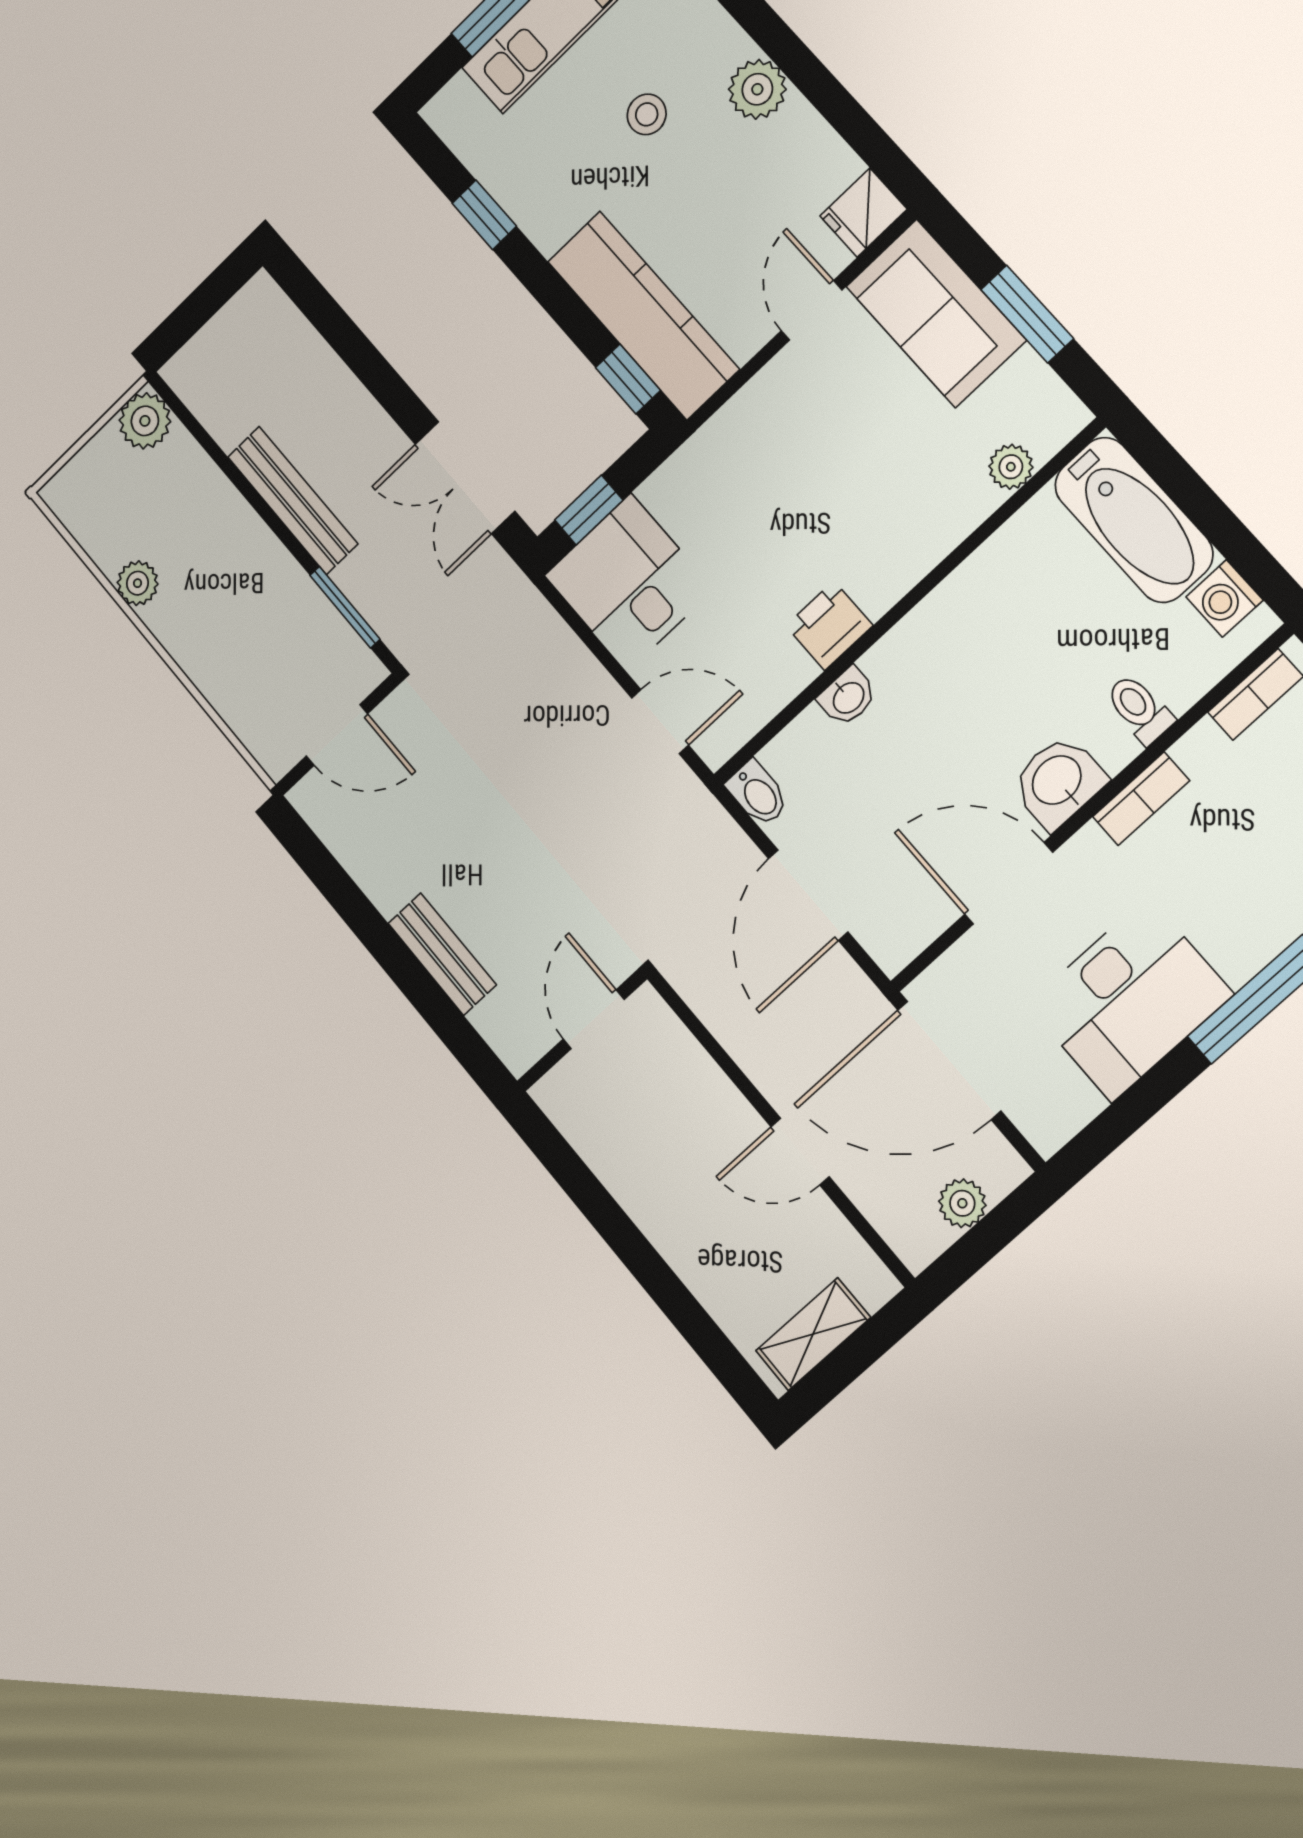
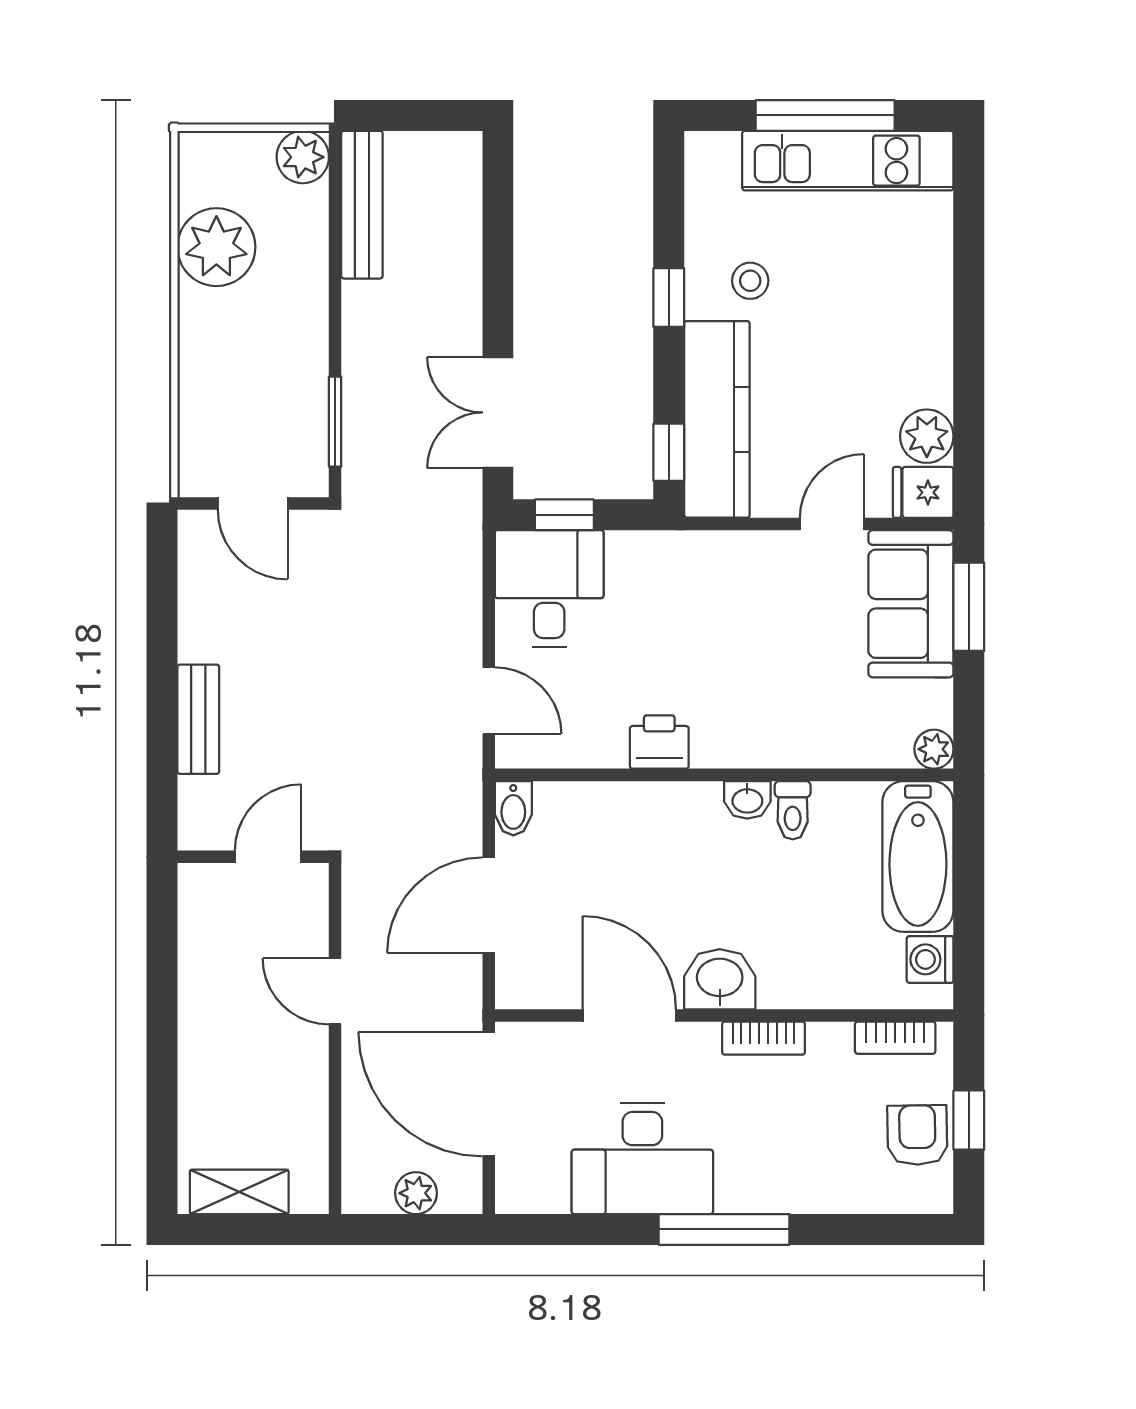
plant: (757, 89) -> (927, 436), moved
stool: (647, 114) -> (750, 281), moved
window: (484, 215) -> (669, 298), moved
window: (1027, 314) -> (969, 607), moved
plant: (1011, 467) -> (934, 749), moved
bench: (293, 500) -> (362, 205), moved
plant: (138, 583) -> (216, 247), width x1.88, depth x1.88
washbasin: (848, 697) -> (747, 800), moved
toilet: (1139, 709) -> (793, 810), moved, turned 180
door: (800, 1152) -> (335, 991), moved

